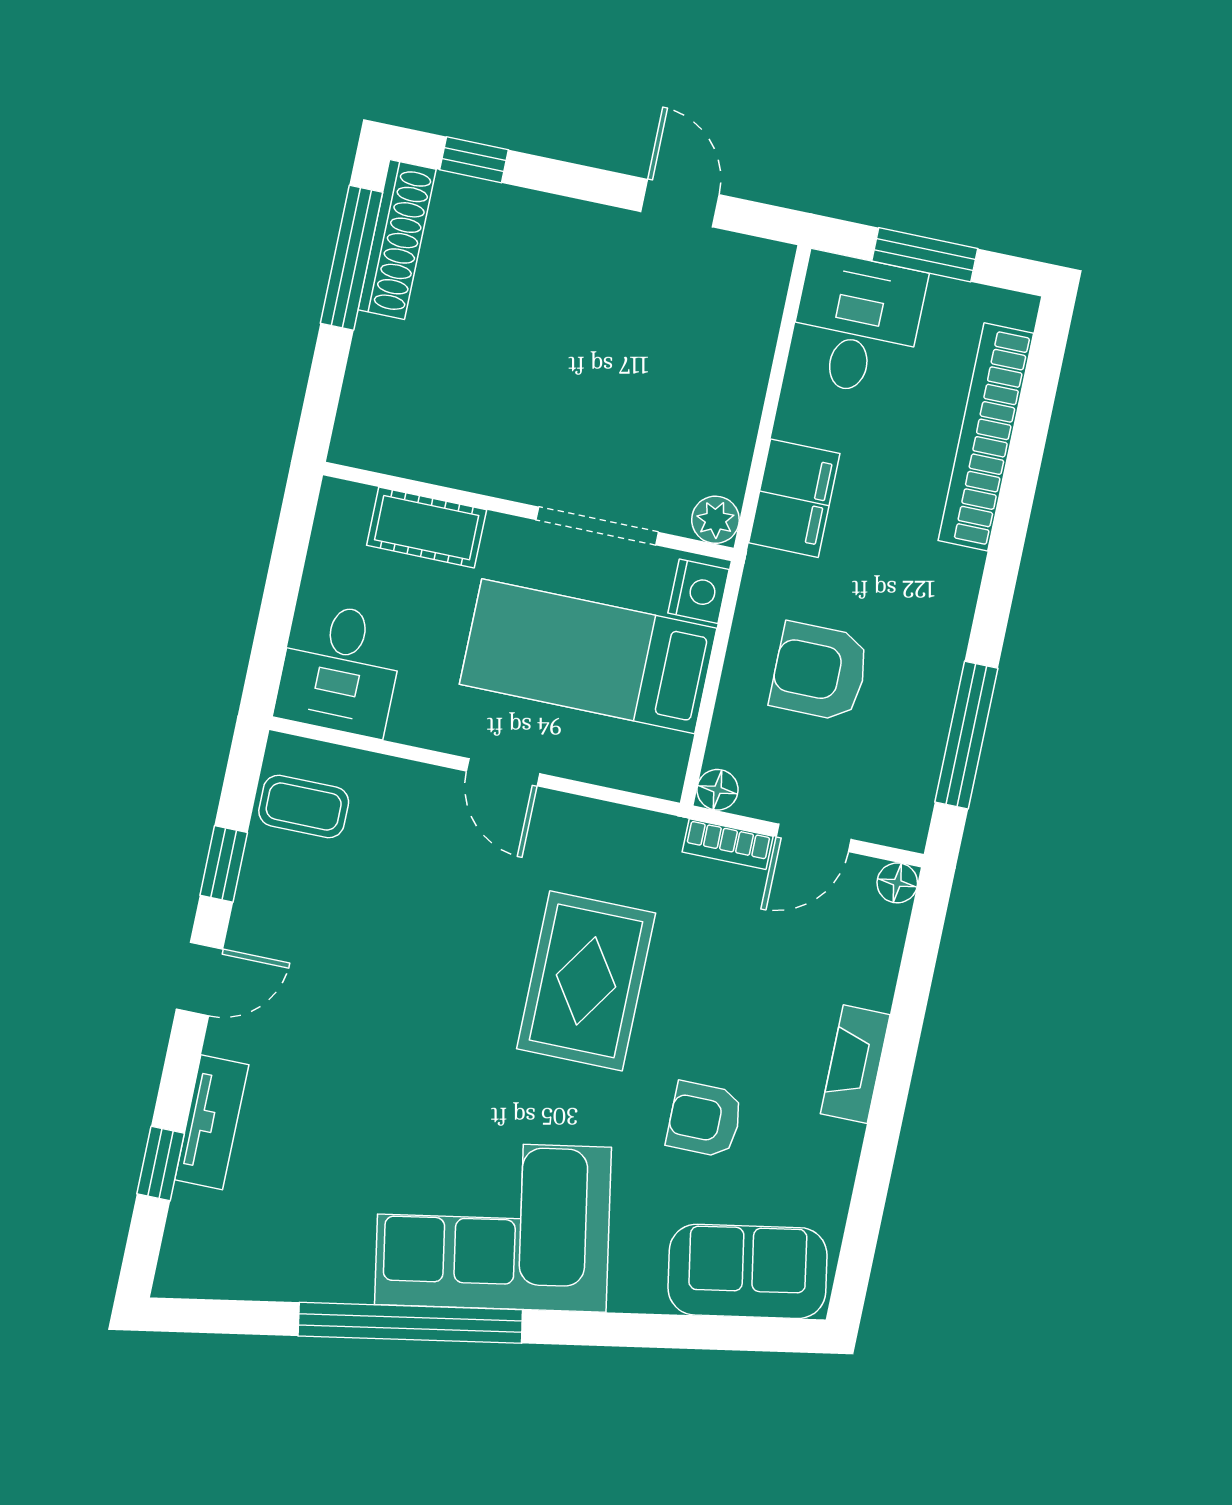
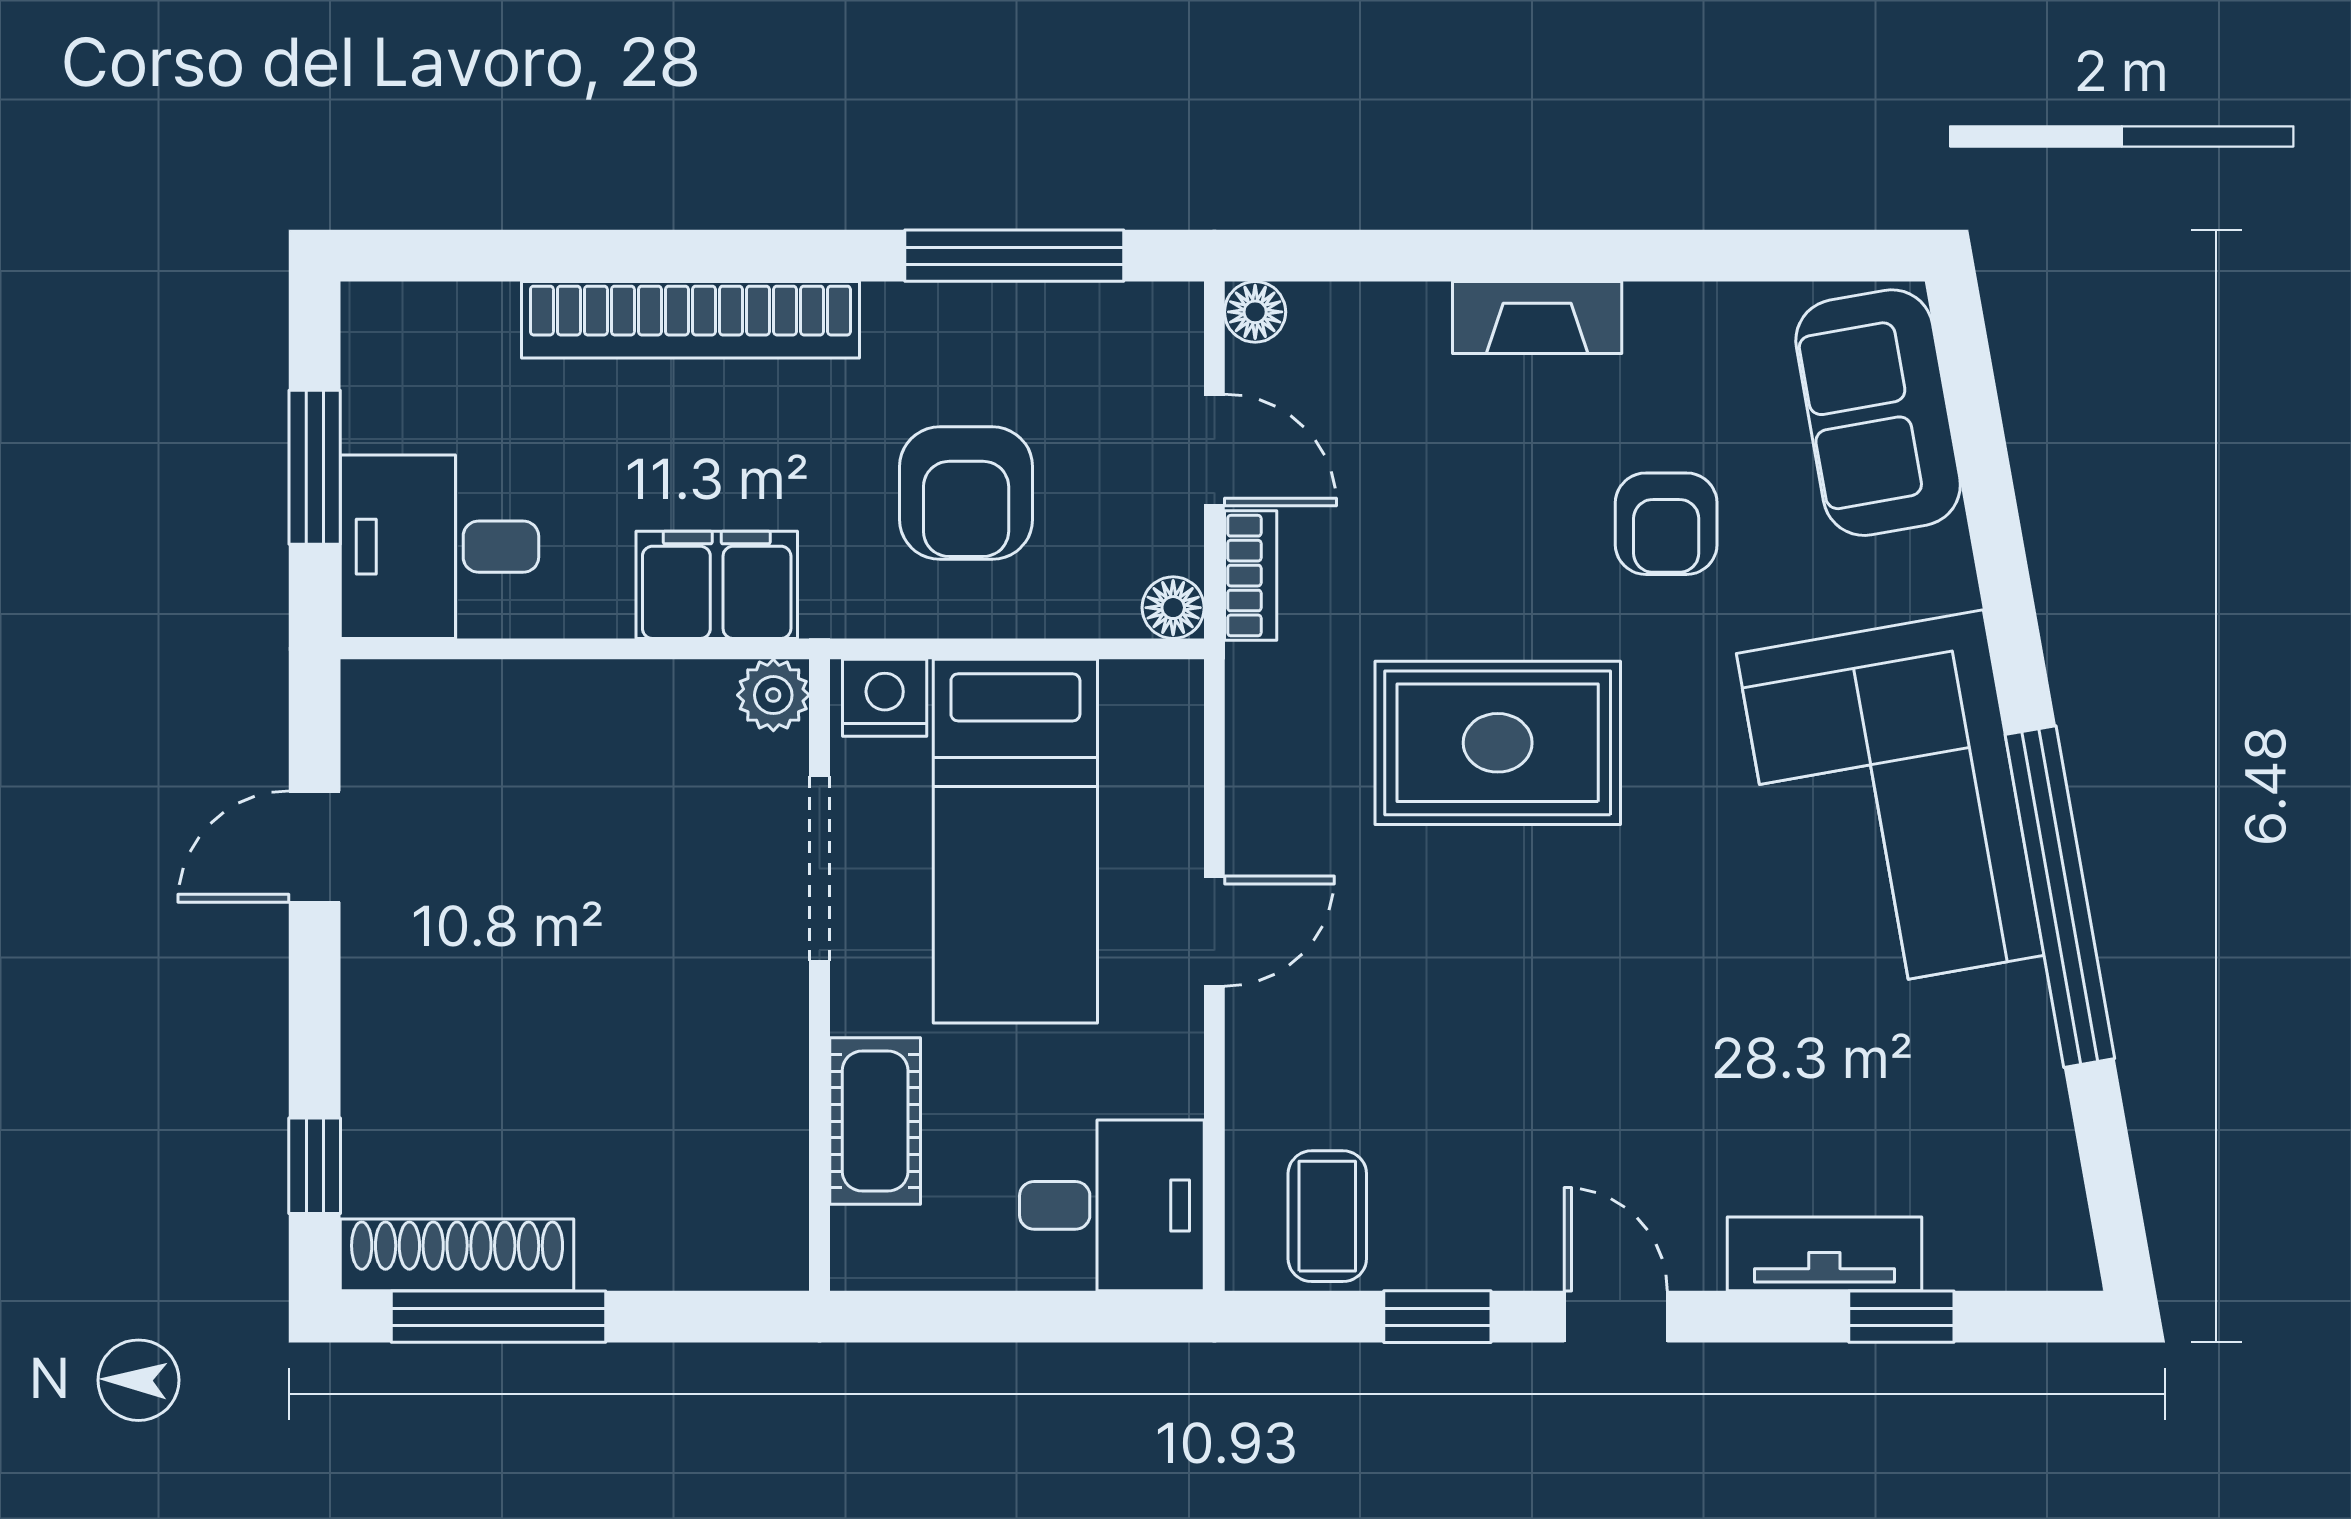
bookcase: (986, 437) -> (690, 320), moved

